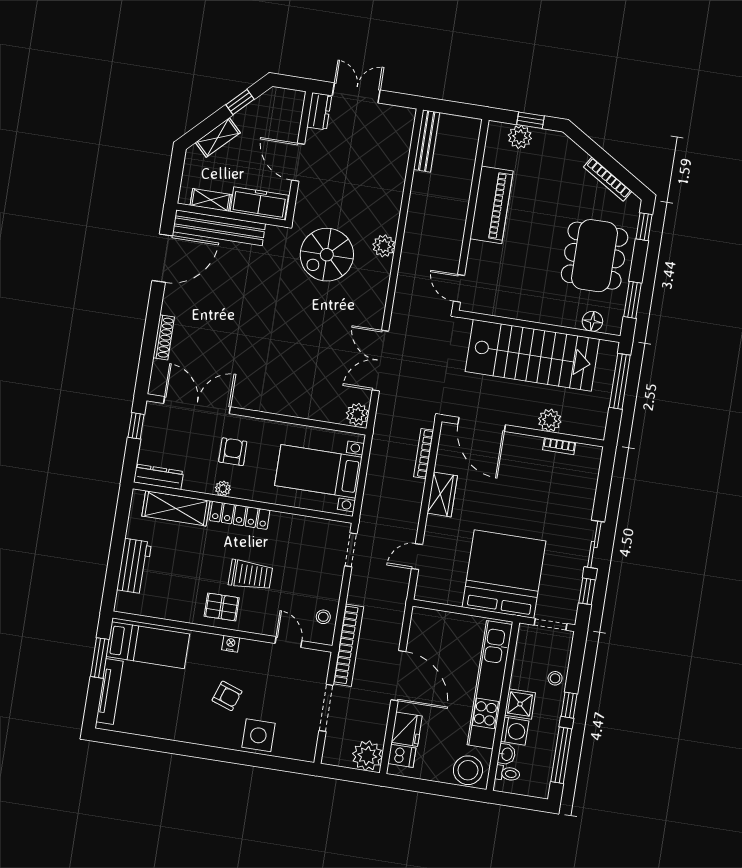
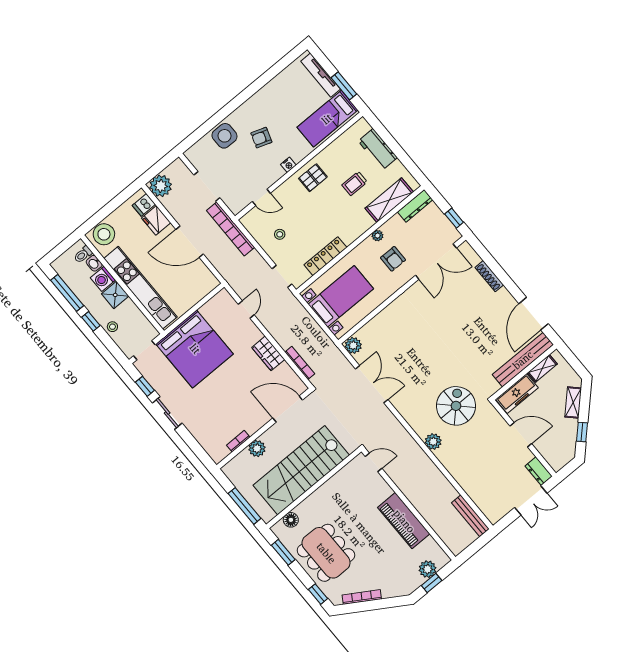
locker: (240, 515) -> (325, 256), moved
trolley: (250, 575) -> (355, 183), moved, width x0.73, depth x0.72
stool: (323, 617) -> (280, 234), moved

